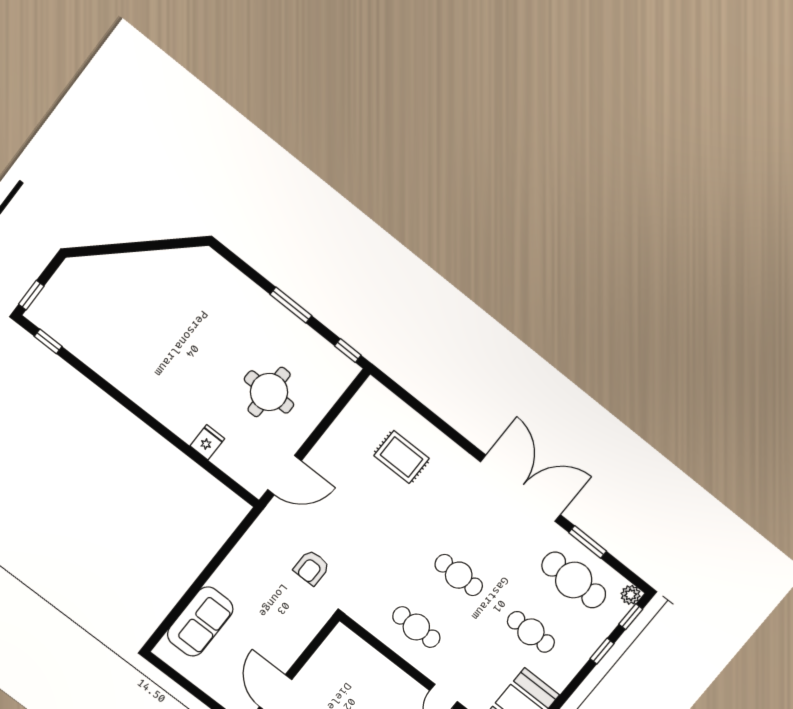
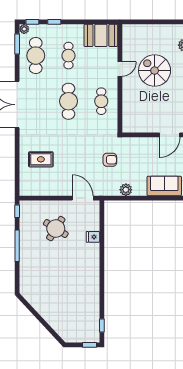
window: (291, 305) -> (17, 246), width x1.44
round table: (269, 392) -> (56, 229), turned 32
rug: (401, 457) -> (41, 159), turned 90
window: (588, 542) -> (17, 44), moved
plant: (243, 556) -> (126, 190), added
cafe table: (459, 575) -> (68, 101), width x1.37, depth x1.35

